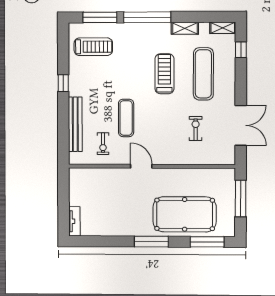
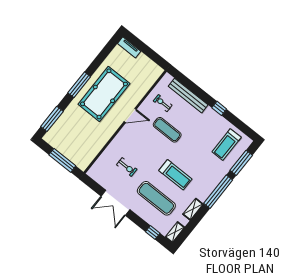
double door: (241, 125) -> (115, 203), moved
pool table: (185, 214) -> (104, 94), moved

